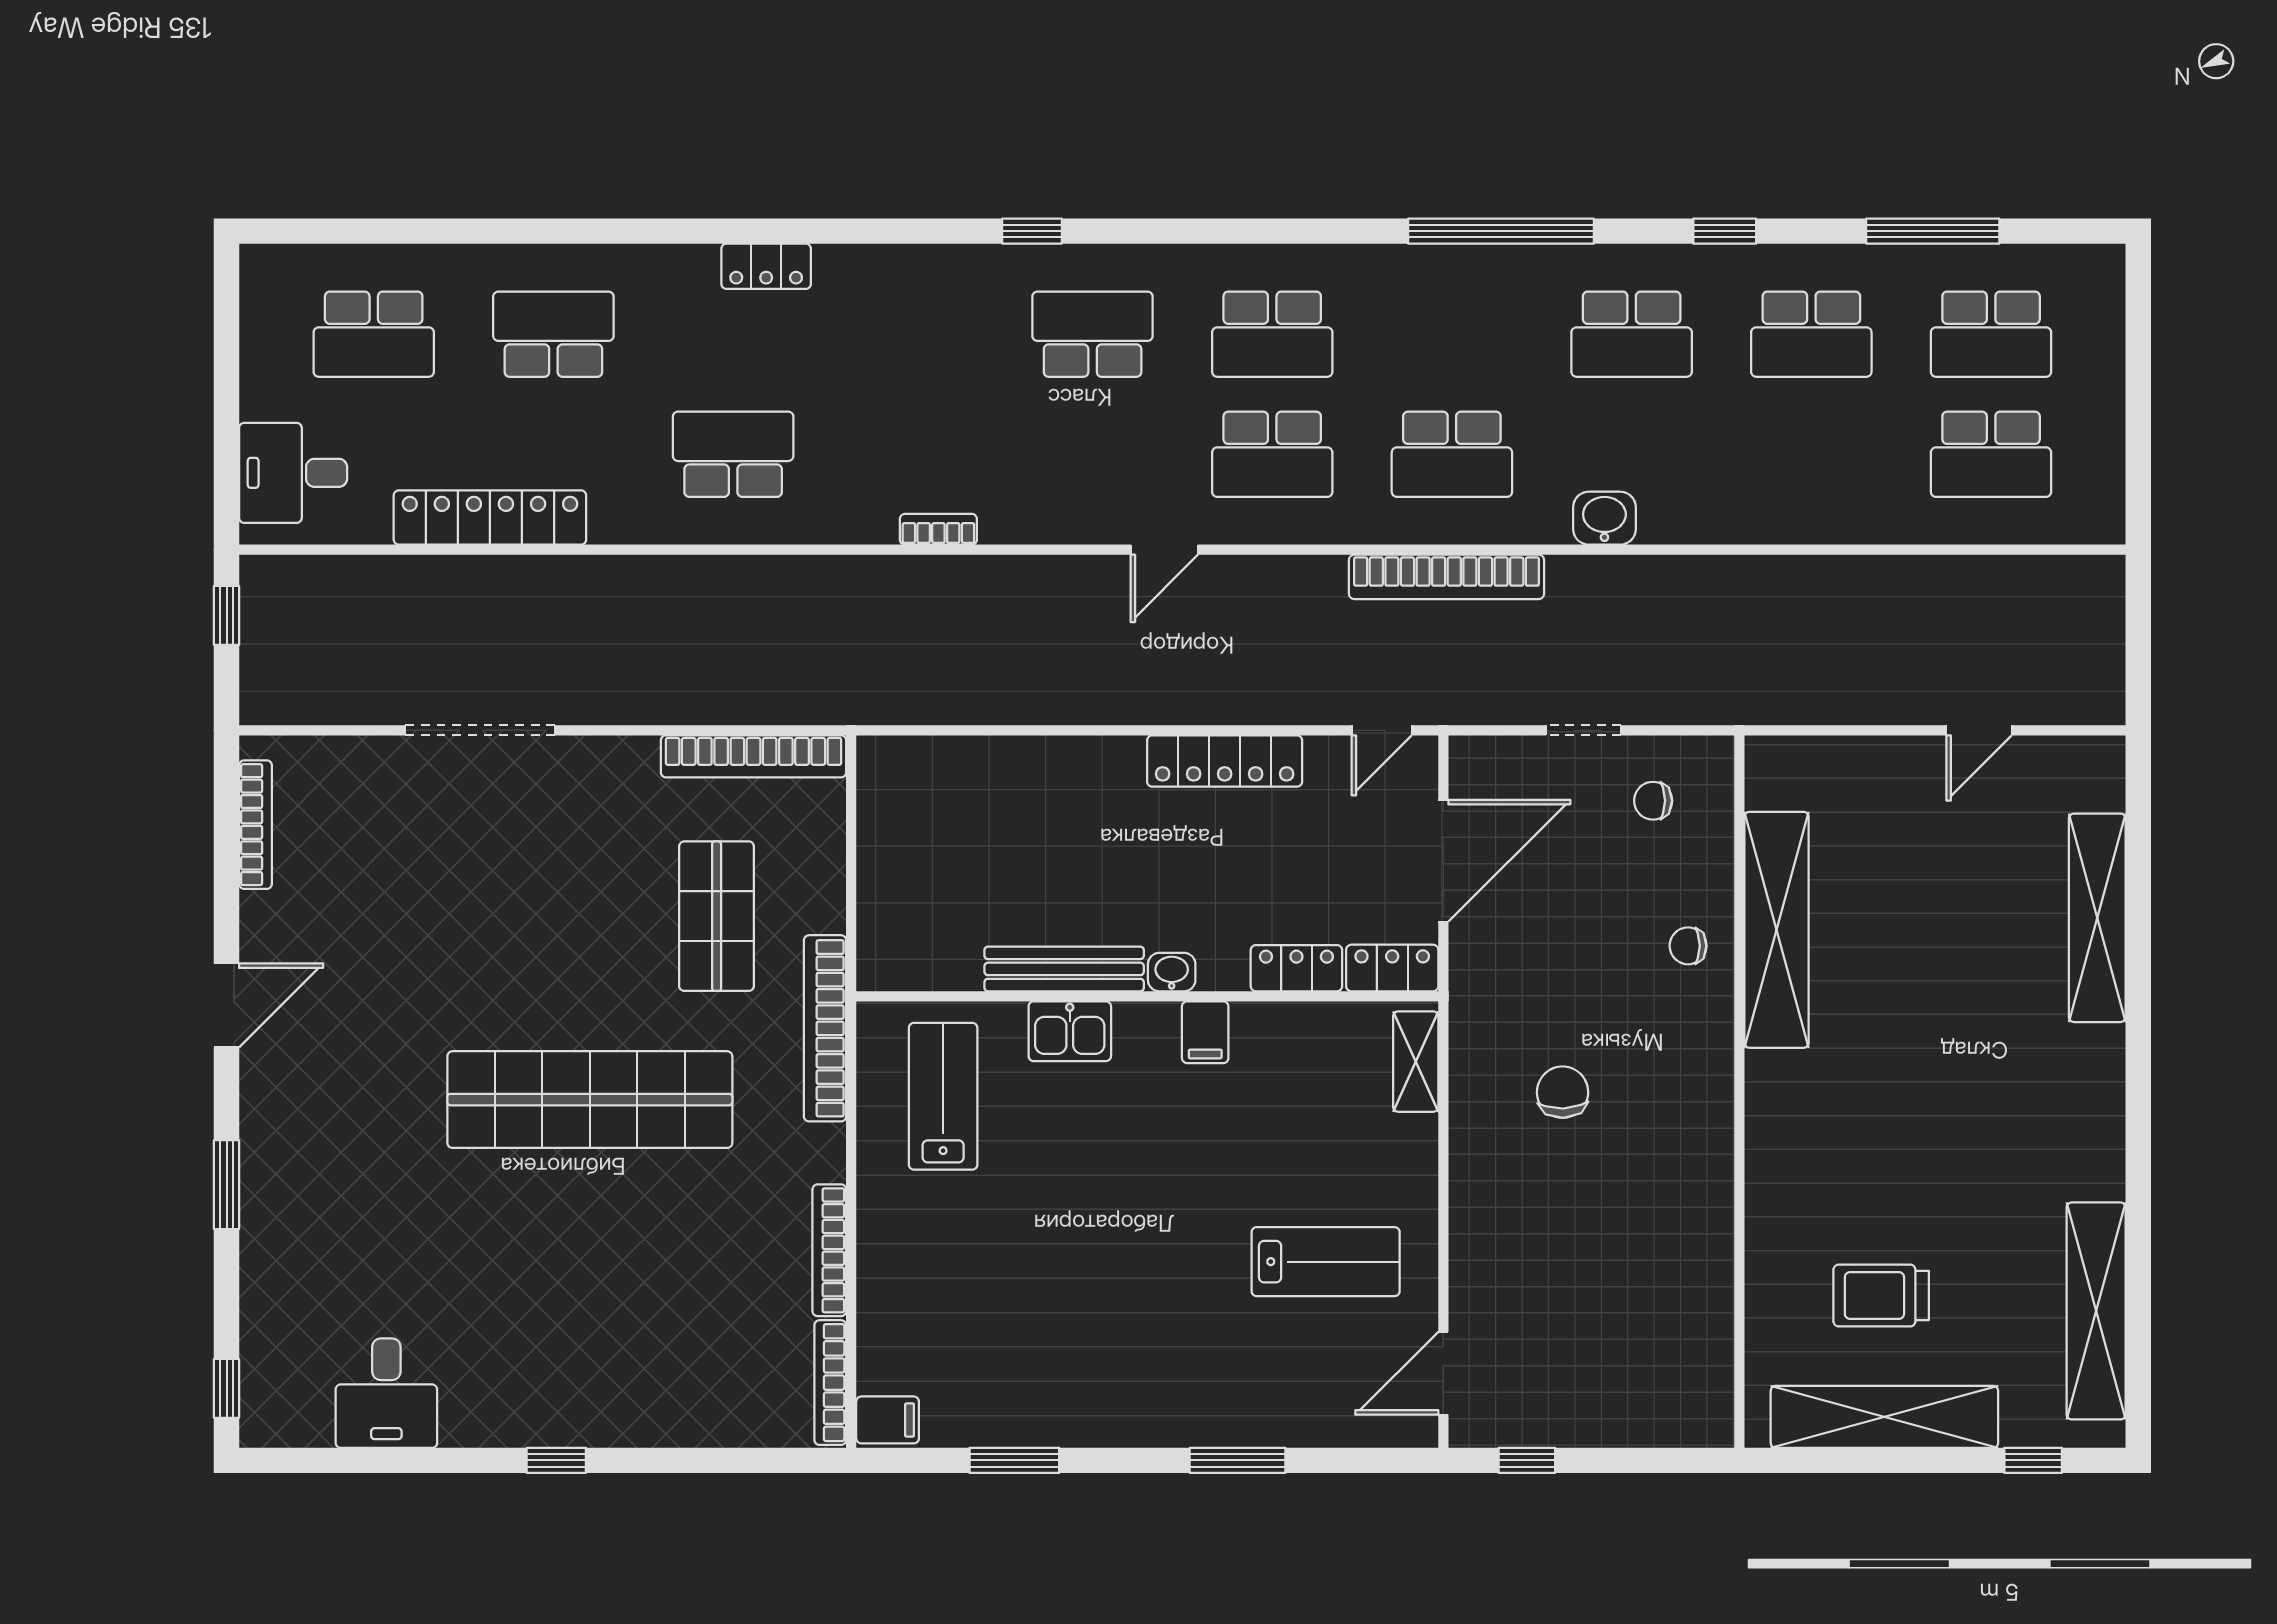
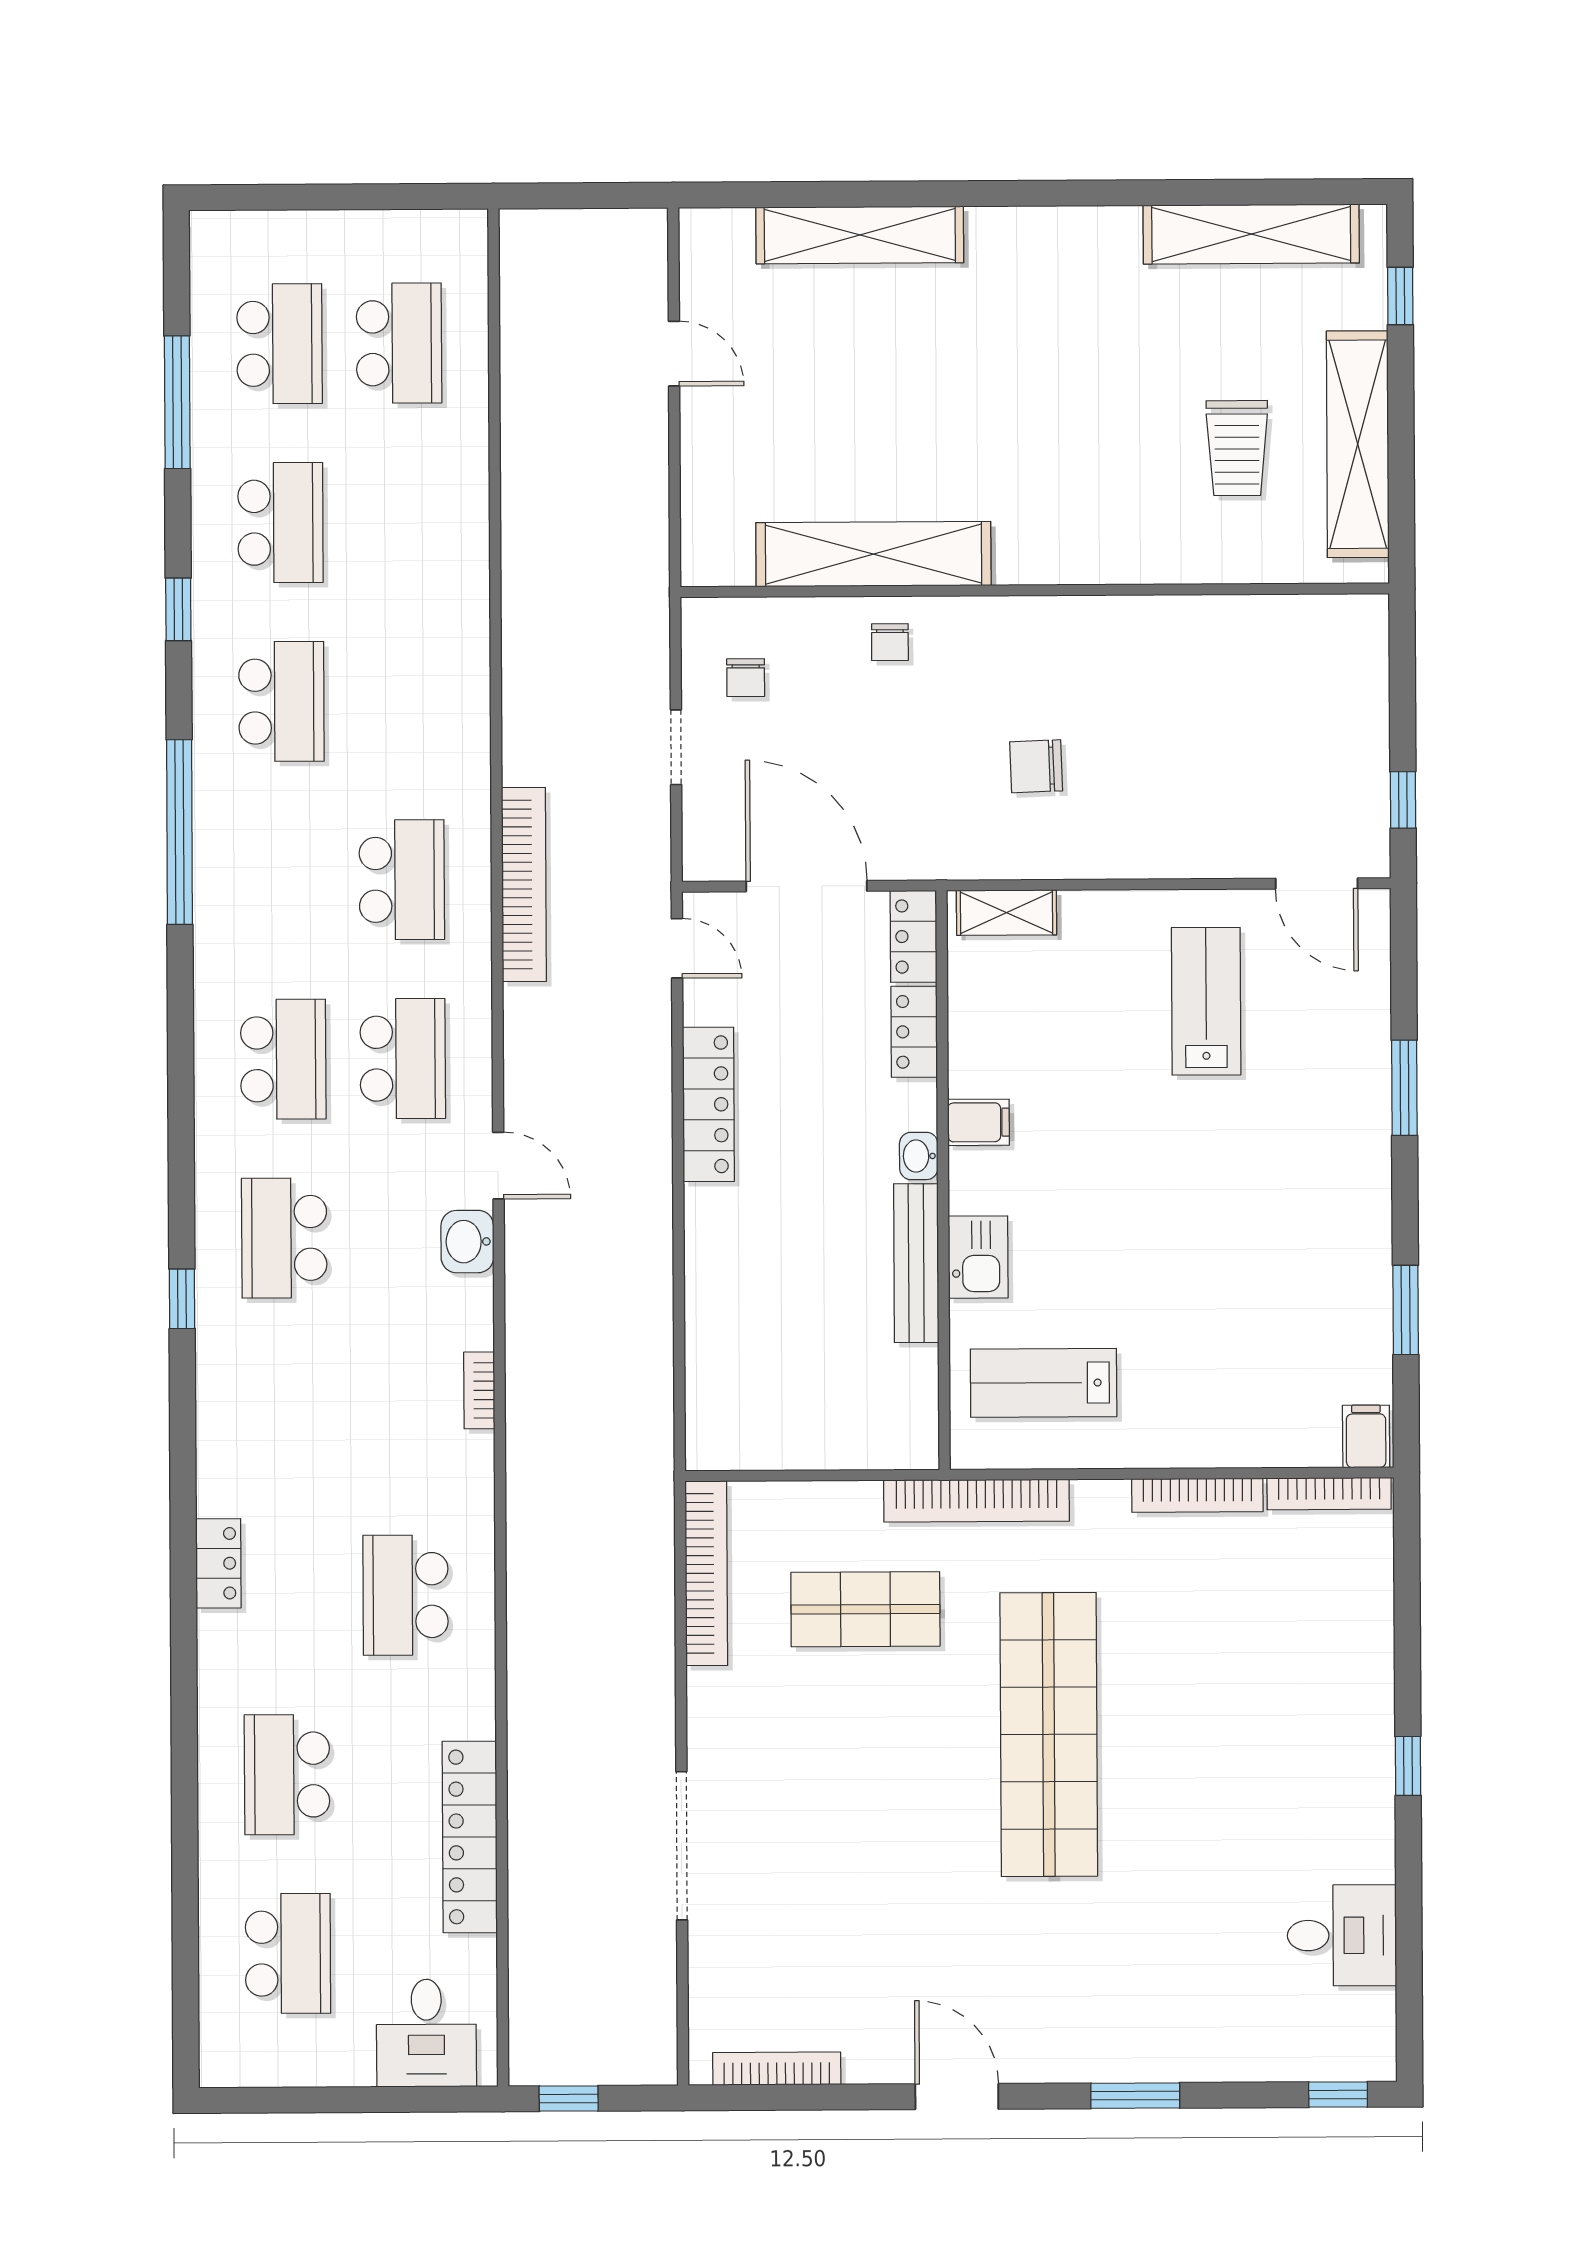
washbasin: (1604, 518) -> (467, 1242), moved

